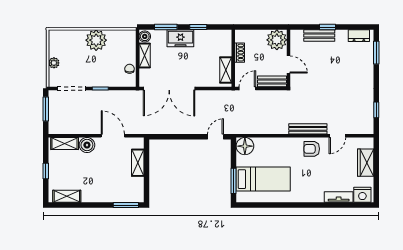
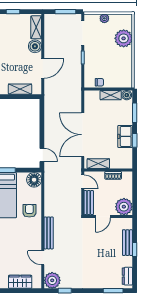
freezer: (180, 38) -> (125, 136), moved
plant: (96, 40) -> (124, 38), moved
double door: (169, 89) -> (83, 135), moved
plant: (364, 125) -> (52, 280), added
armchair: (312, 149) -> (29, 211), moved

